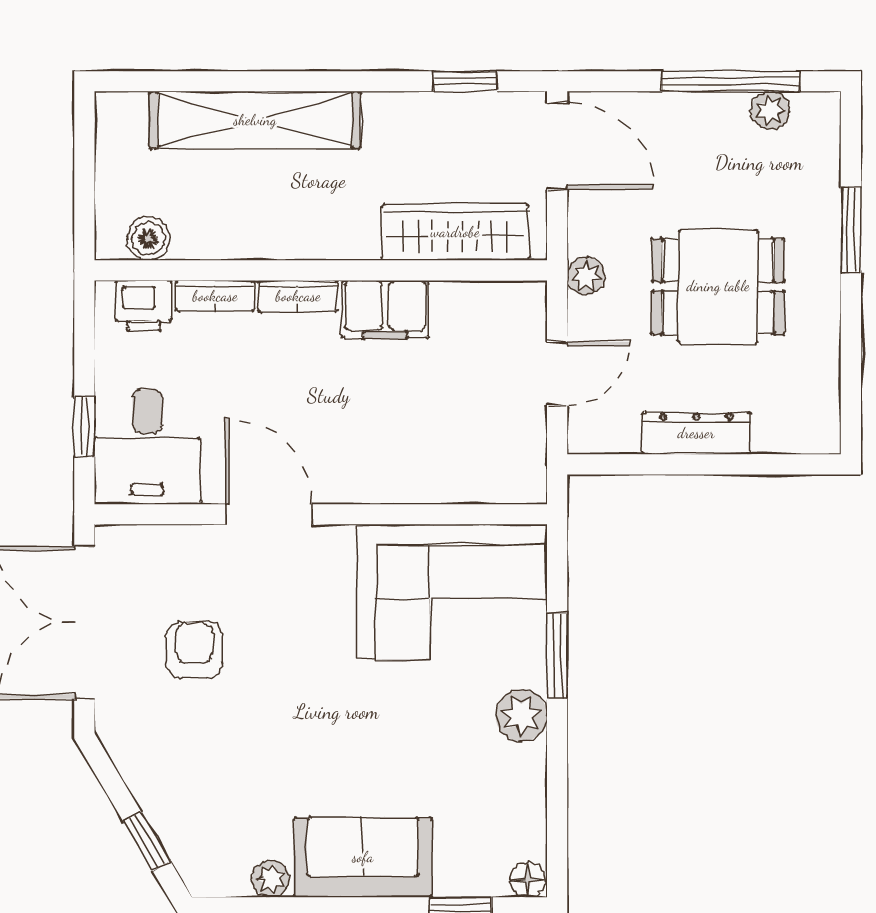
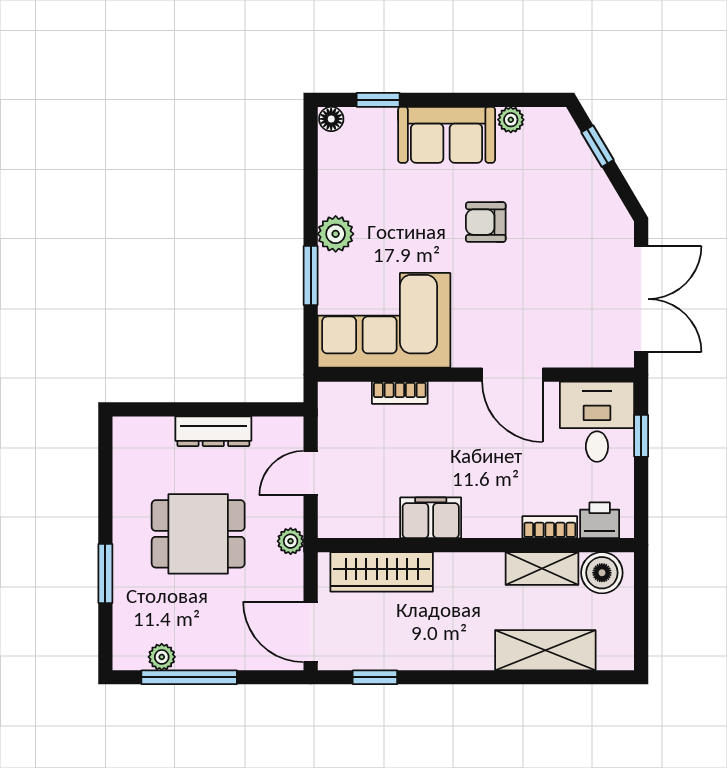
shelving: (255, 120) -> (545, 650), width x0.68
shelving: (226, 237) -> (542, 568), added
boiler: (148, 239) -> (602, 573), width x1.36, depth x1.36
bookcase: (298, 296) -> (400, 393), moved, turned 180
armchair: (194, 650) -> (486, 222), moved, turned 90

